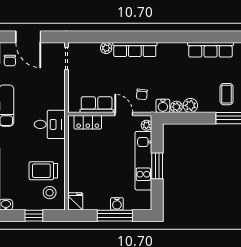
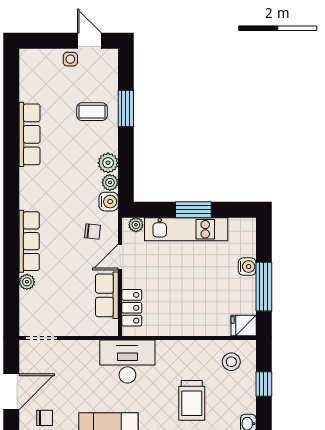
desk: (50, 124) -> (127, 362), width x1.37
trolley: (43, 171) -> (192, 400), moved
window: (115, 216) -> (264, 287), moved

